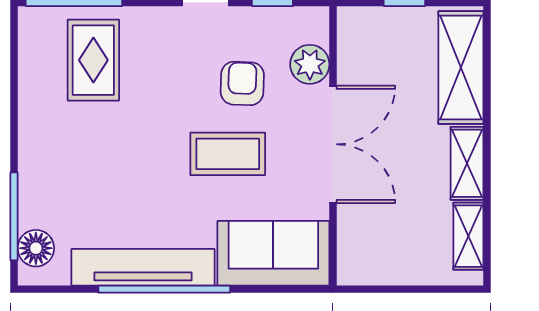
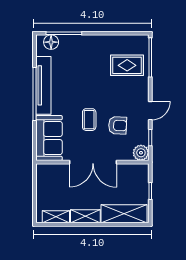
plant: (310, 64) -> (141, 153), moved
coffee table: (228, 154) -> (89, 120), width x0.73, depth x0.77

